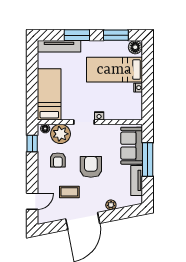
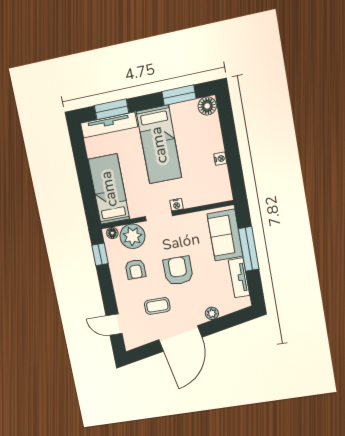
window: (77, 35) -> (111, 109), moved
bed: (114, 70) -> (159, 145), moved, turned -90
door: (32, 201) -> (114, 325), swing flipped

